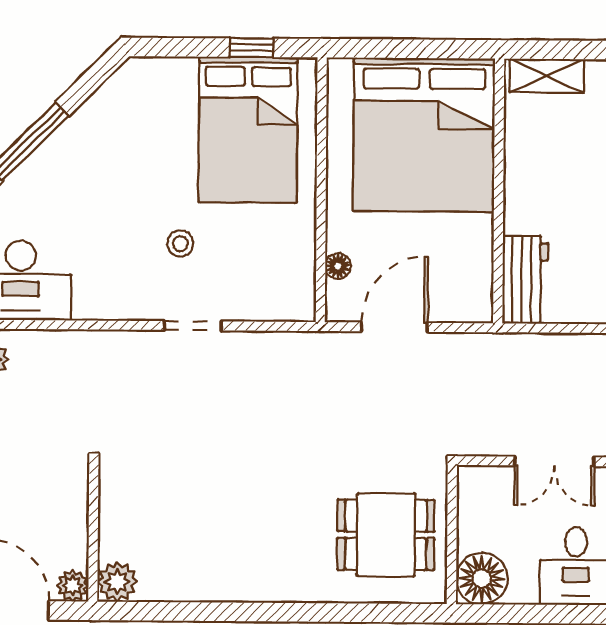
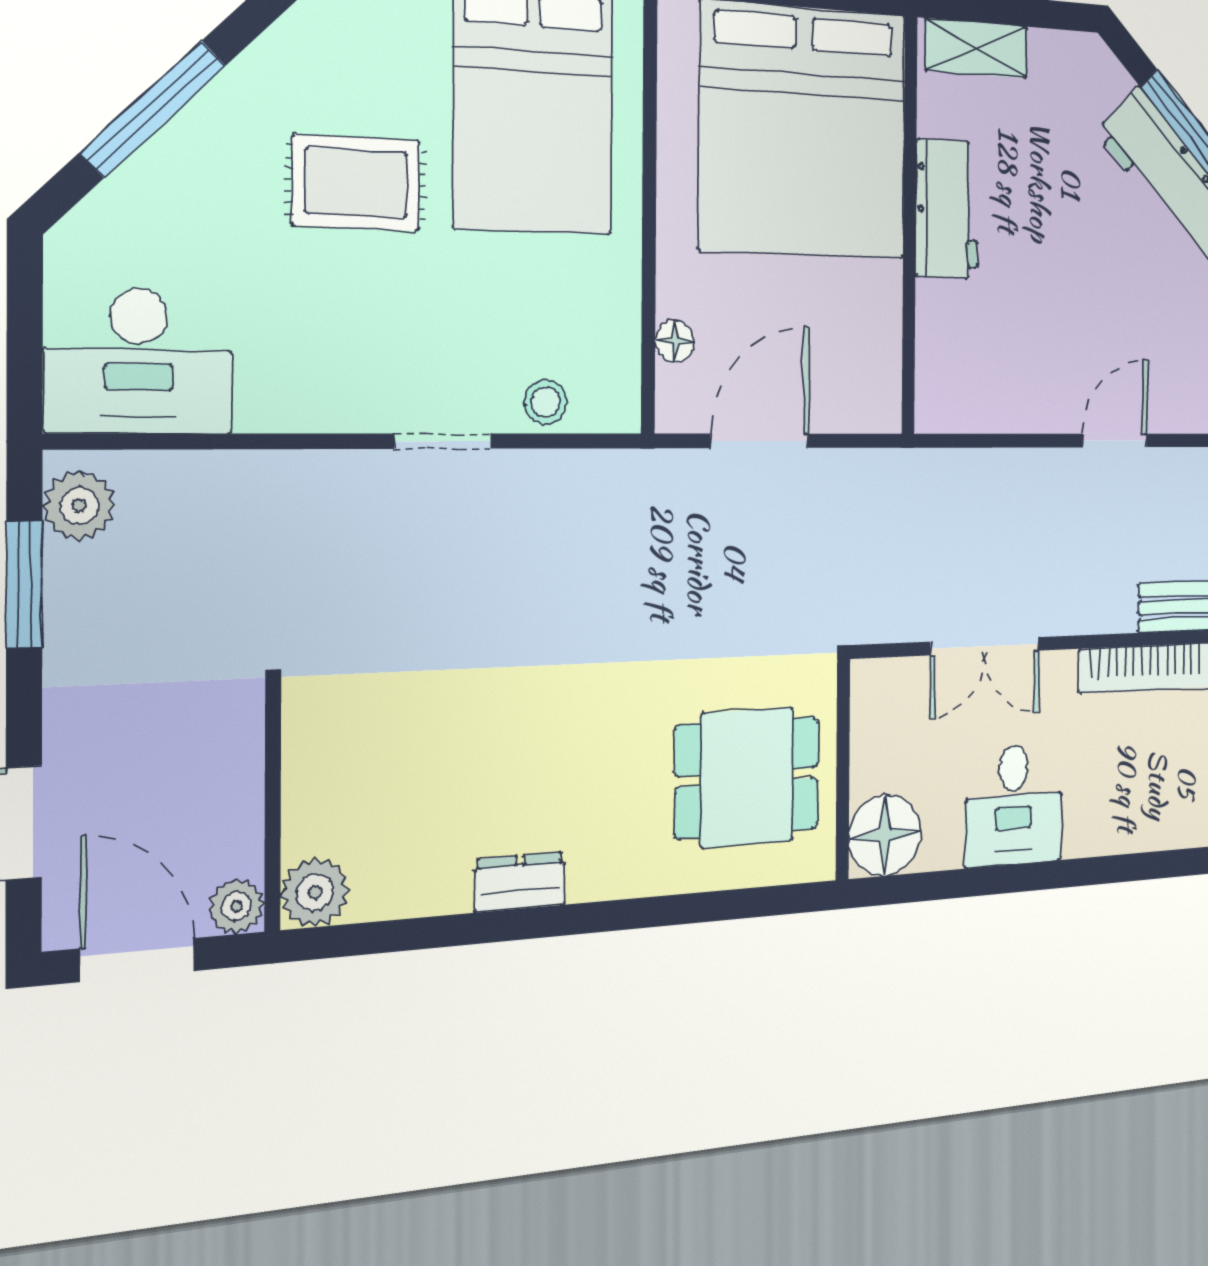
rug: (142, 178) -> (356, 183), added
stool: (180, 244) -> (546, 402), moved
workbench: (525, 280) -> (947, 209), moved
dresser: (239, 587) -> (520, 882), added

